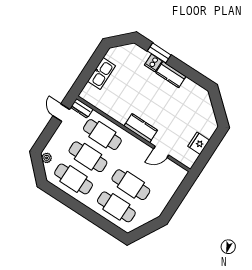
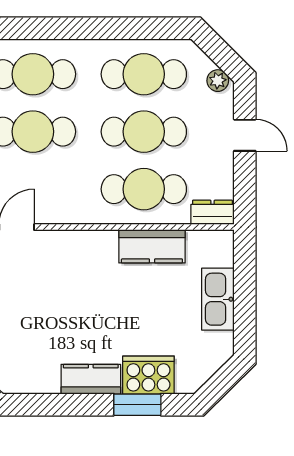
cooker: (153, 63) -> (148, 375), width x1.87, depth x1.31
door: (61, 113) -> (245, 135), moved
kitchen counter: (141, 128) -> (152, 246), moved

